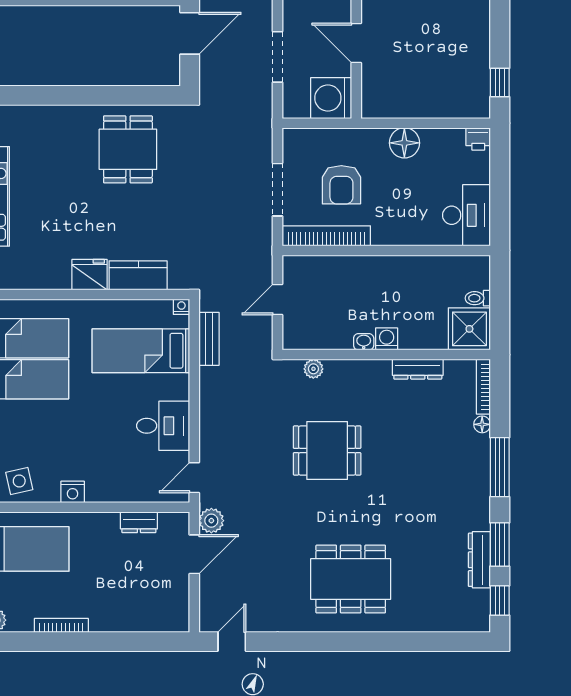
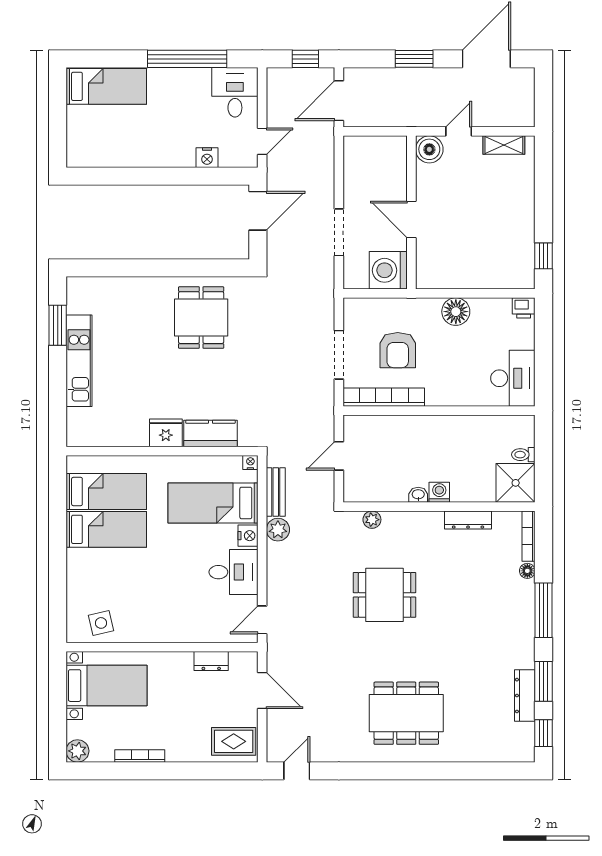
nightstand: (73, 492) -> (248, 536), moved, turned -90
plant: (211, 521) -> (278, 530), moved
door: (194, 554) -> (262, 690), hinge flipped
rug: (163, 610) -> (234, 741), added

